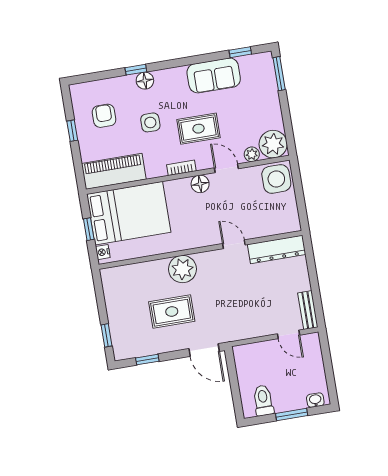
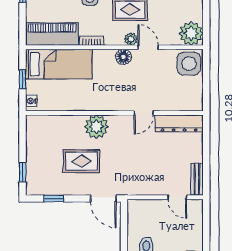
plant: (252, 154) -> (131, 39), moved
bookcase: (181, 168) -> (92, 41), moved
bed: (129, 213) -> (59, 64), width x0.67
door: (234, 244) -> (144, 113), swing flipped

